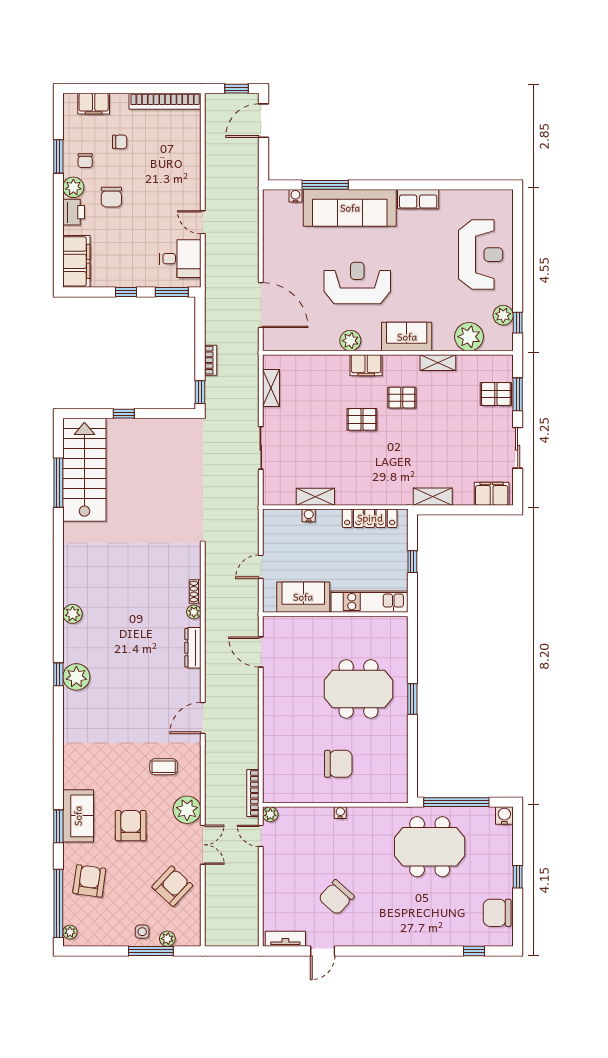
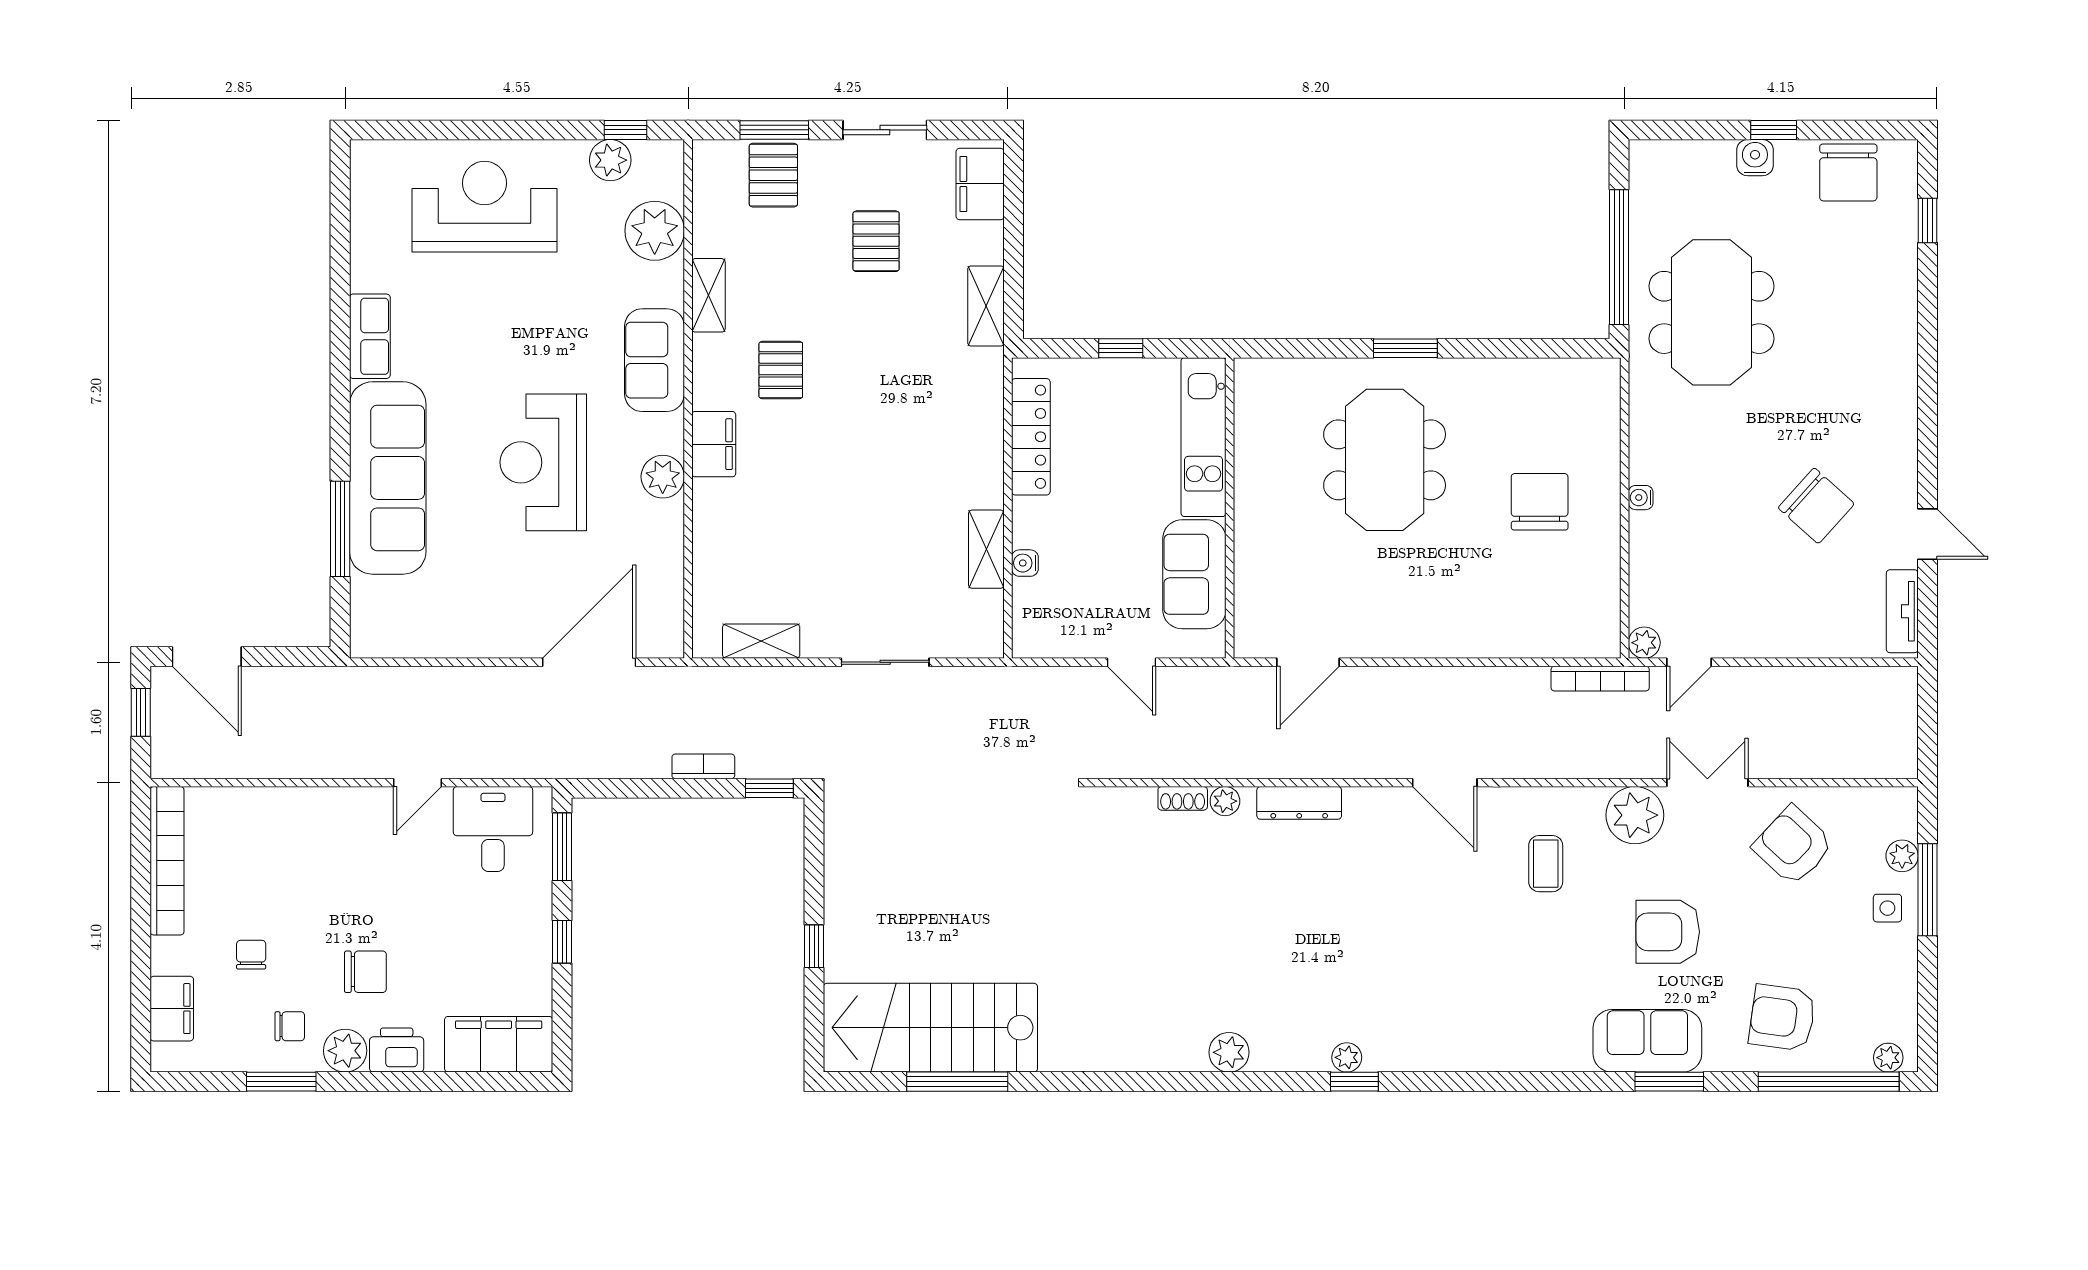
water cooler: (295, 196) -> (363, 590), removed
pallet: (362, 419) -> (876, 241), moved
plant: (76, 677) -> (1347, 1057), width x0.53, depth x0.53
water cooler: (504, 815) -> (1755, 158), moved, turned 90

